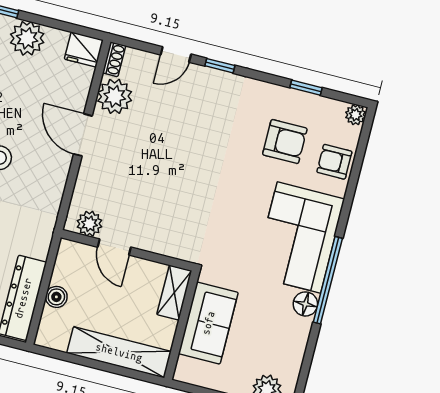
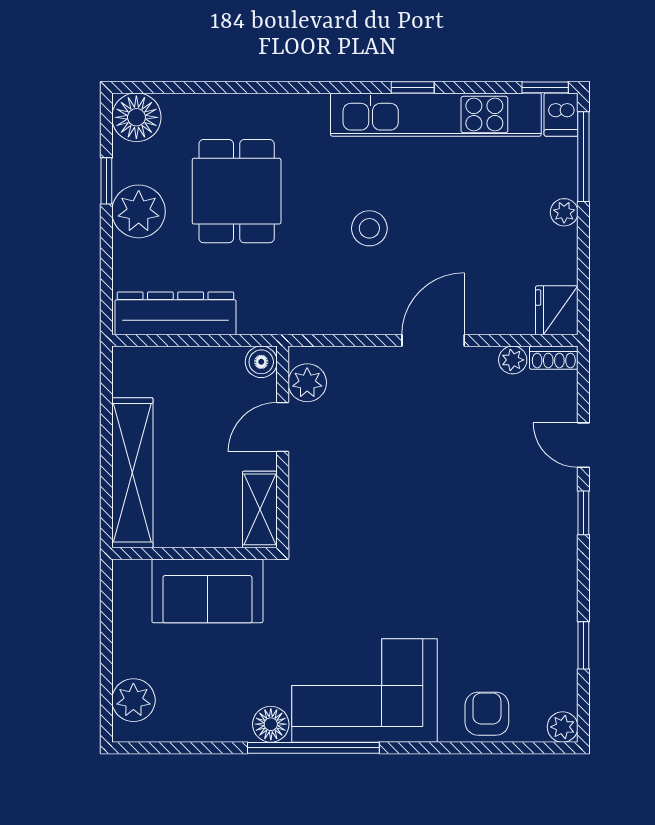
plant: (27, 38) -> (564, 212), width x0.53, depth x0.53
plant: (115, 96) -> (513, 360), width x0.53, depth x0.53
armchair: (285, 142) -> (498, 635), removed
shelving: (174, 293) -> (260, 509), moved, turned 90
boiler: (56, 297) -> (261, 362), moved

